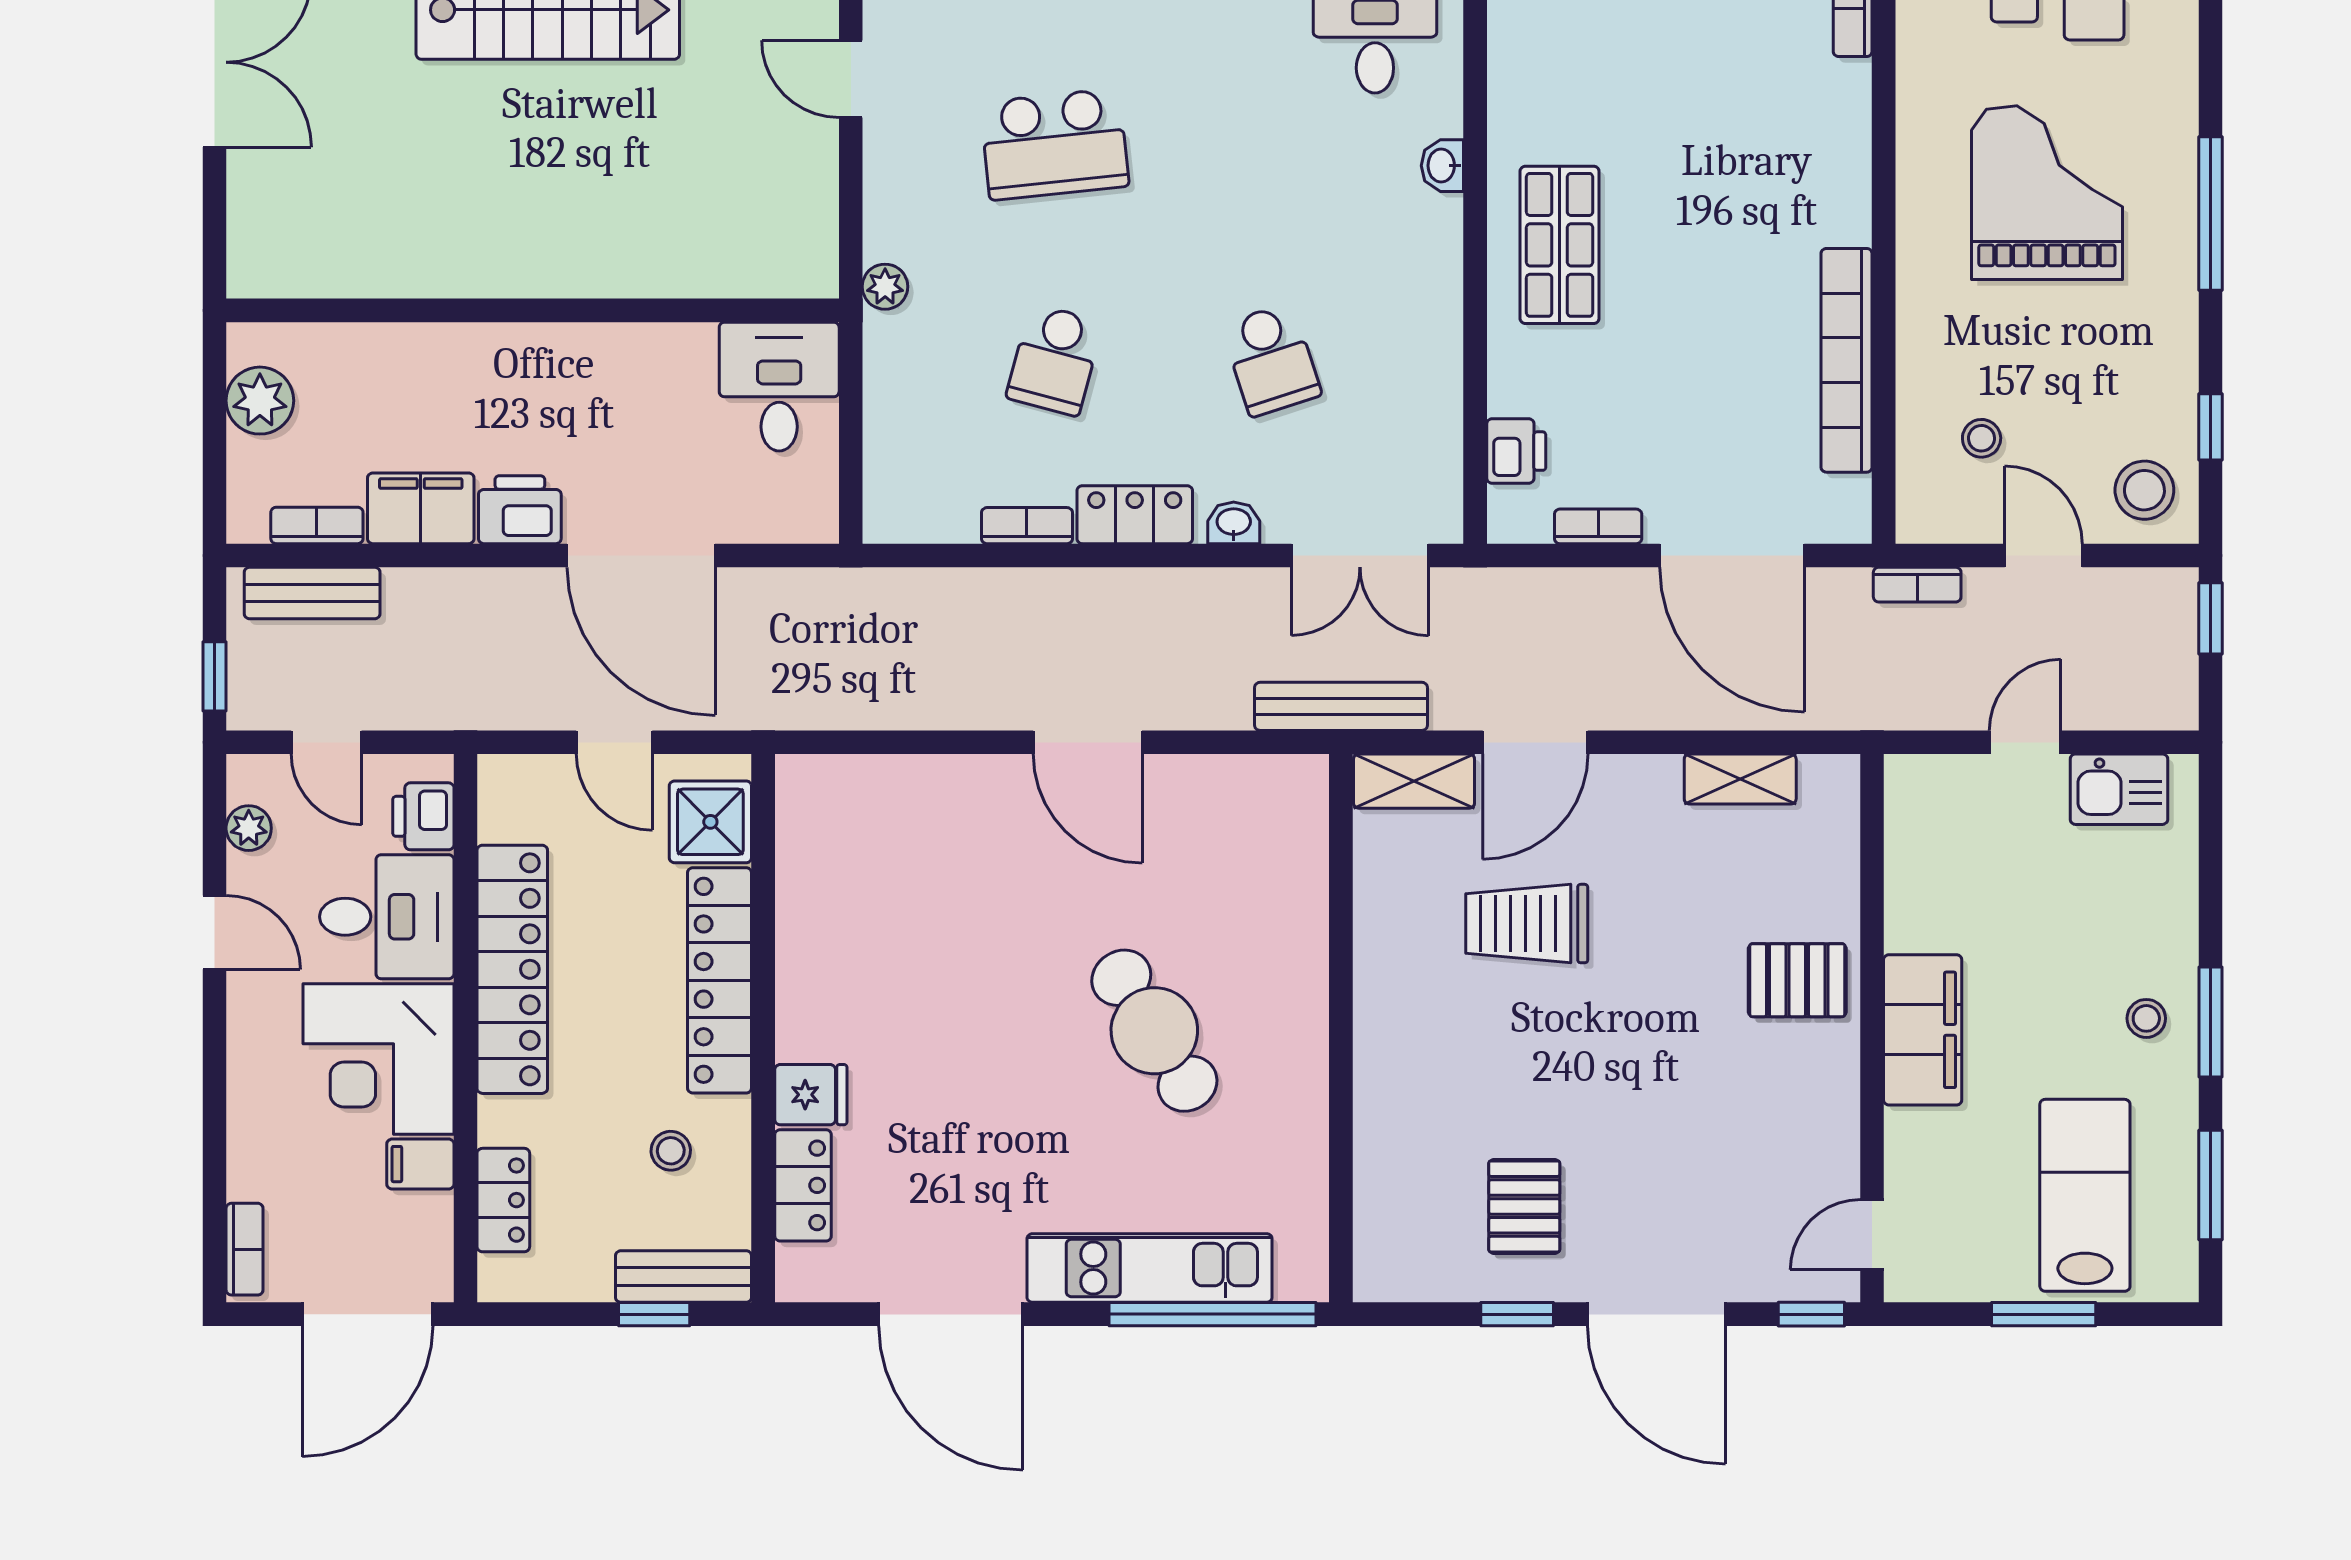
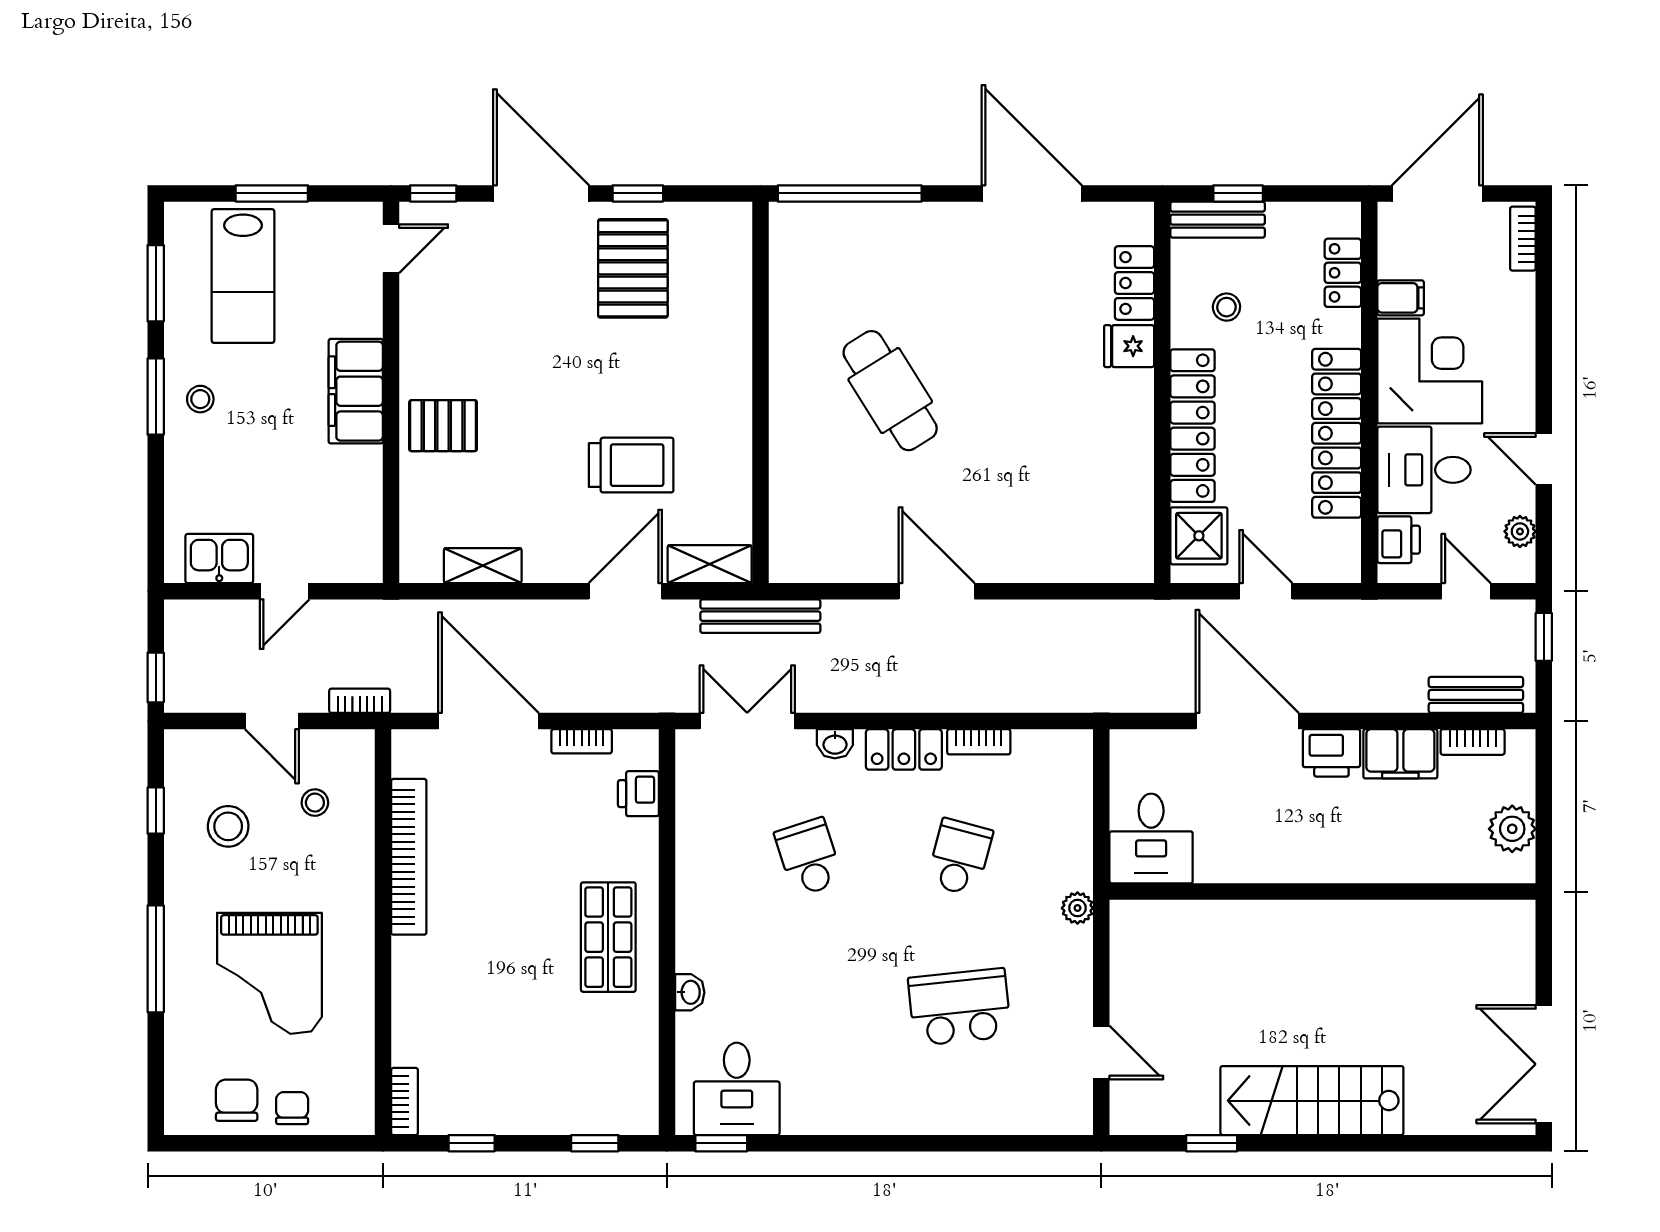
stool: (2144, 490) -> (228, 826), moved
pallet: (1524, 1206) -> (633, 268), width x1.50, depth x1.42
kitchen unit: (1150, 1268) -> (893, 226), removed

